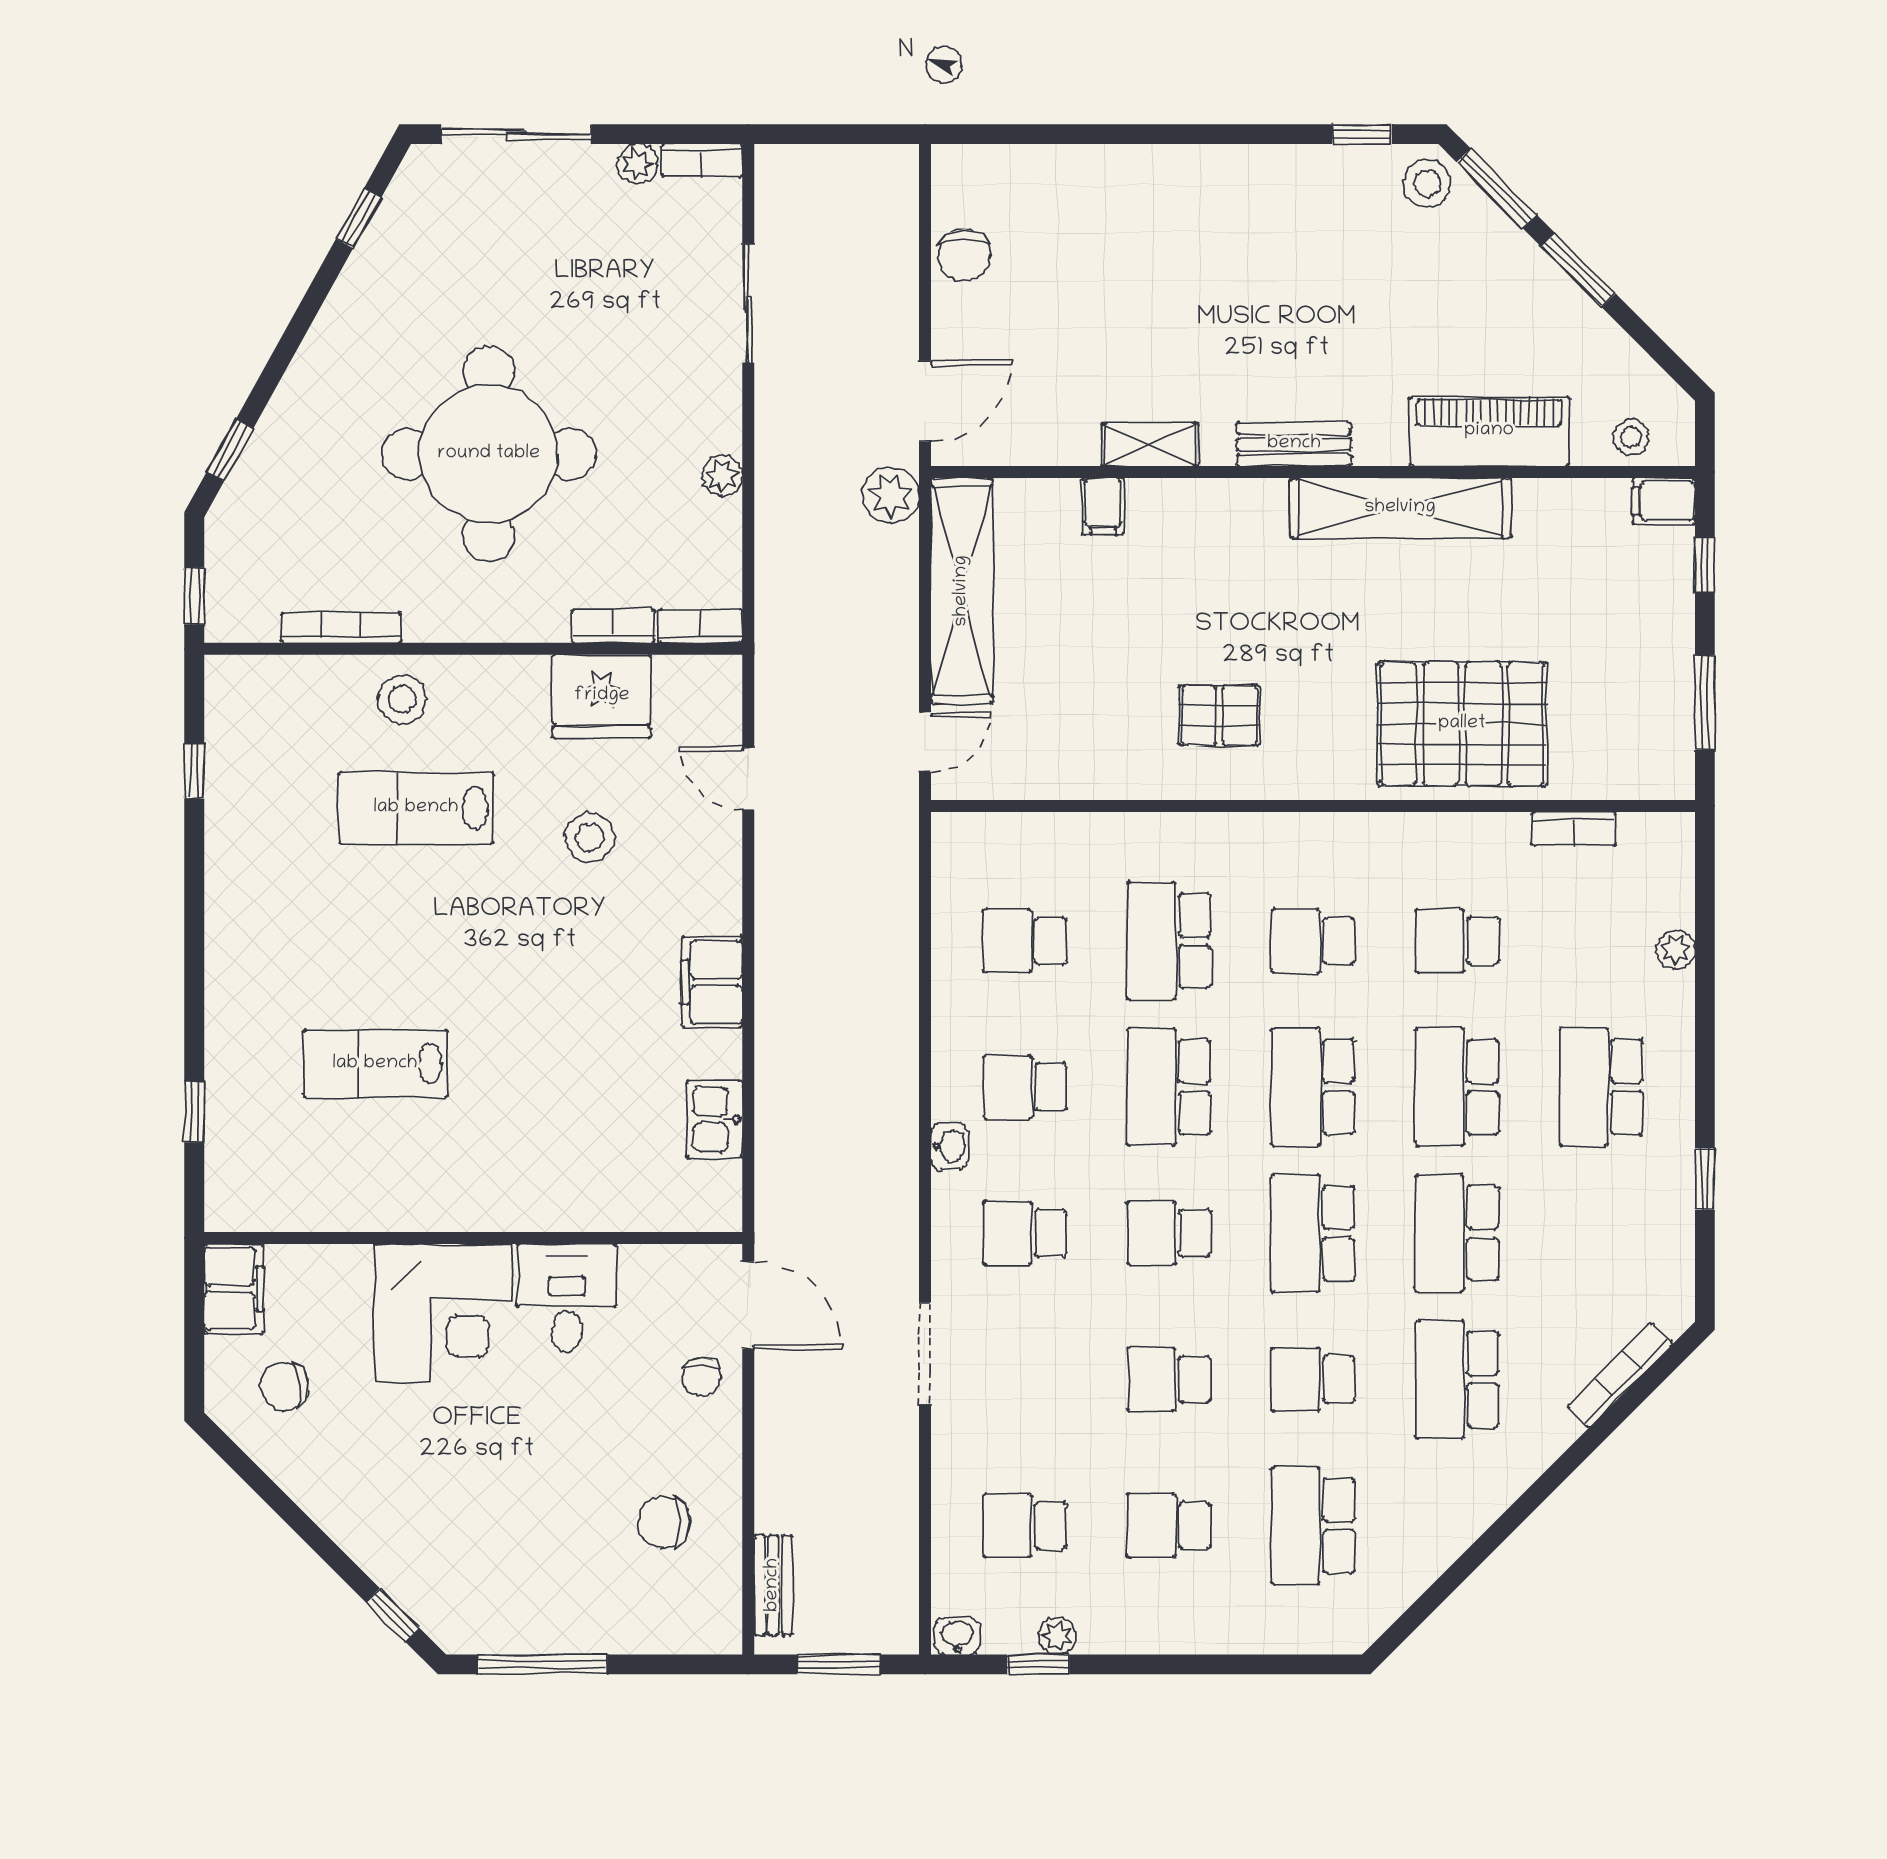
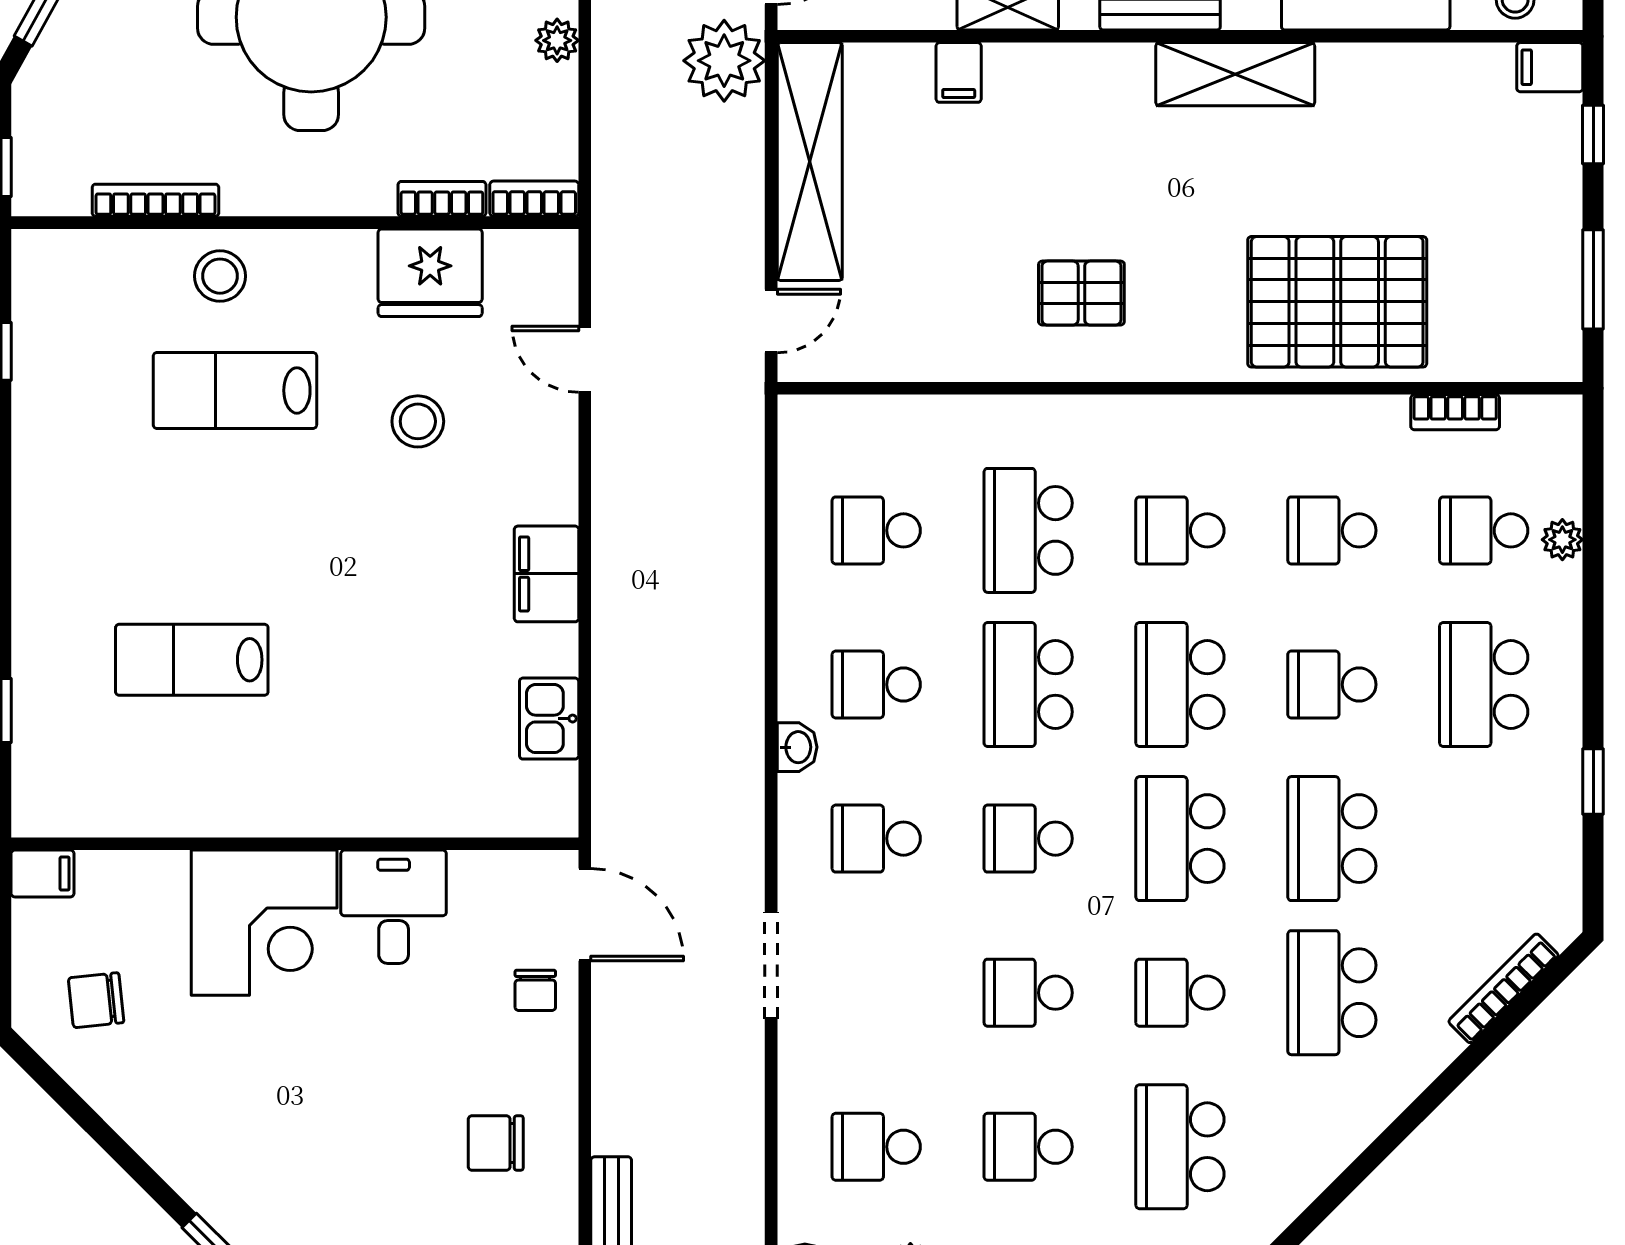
plant: (891, 495) -> (724, 61), width x1.36, depth x1.36
shelving: (1400, 508) -> (1235, 74), width x0.68
school desk: (1601, 941) -> (1484, 530), added
school desk: (1457, 1087) -> (1332, 685), width x0.54
filing cabinet: (234, 1289) -> (43, 873), width x0.50

